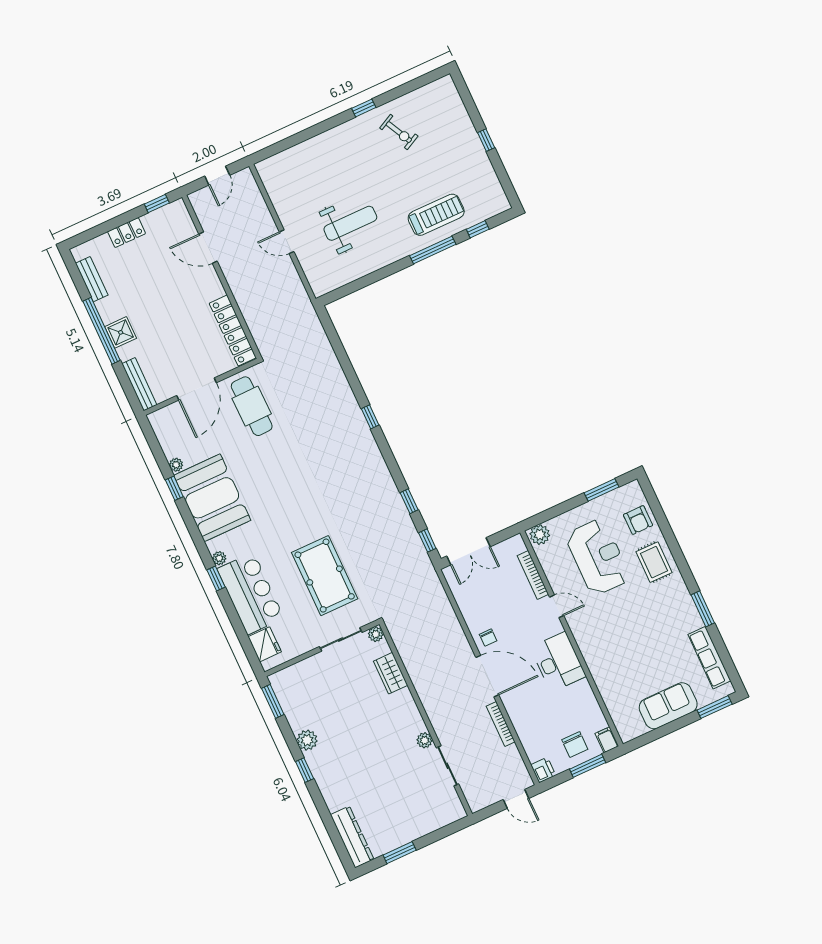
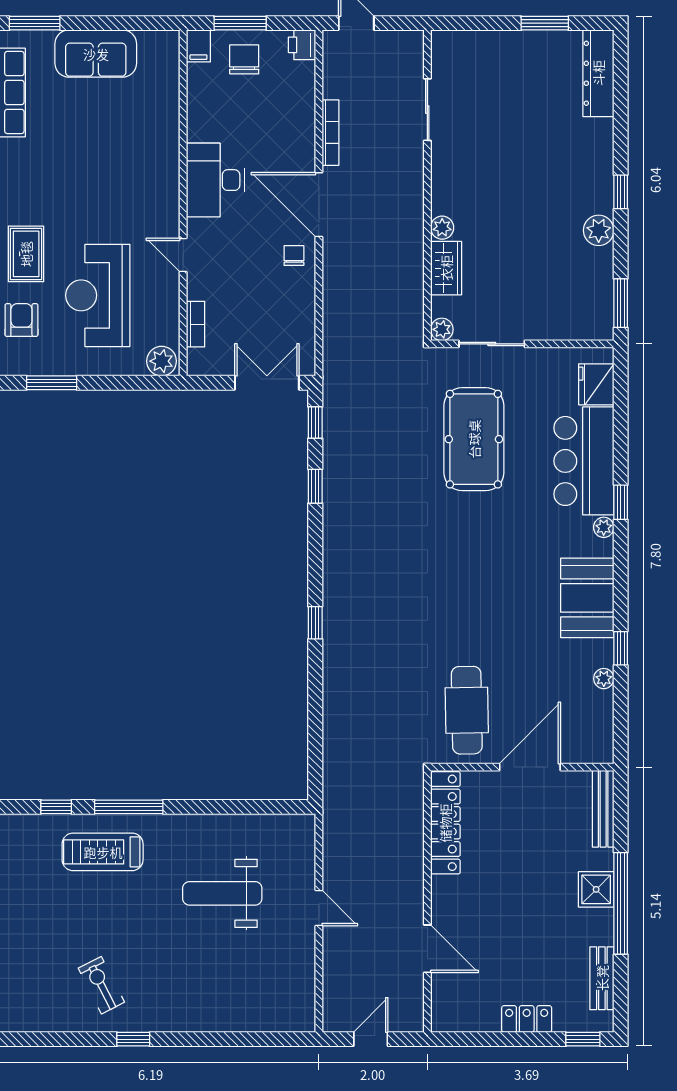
window: (157, 204) -> (583, 1039), moved
booth: (212, 498) -> (587, 598), width x0.73, depth x0.70
bookcase: (533, 575) -> (196, 324), width x0.64
plant: (425, 740) -> (442, 228), moved

